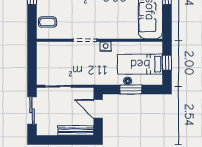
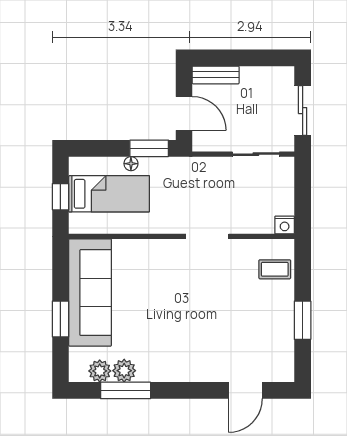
nightstand: (106, 47) -> (285, 225), moved
window: (131, 89) -> (149, 148), moved
bench: (76, 130) -> (216, 75), width x0.73

